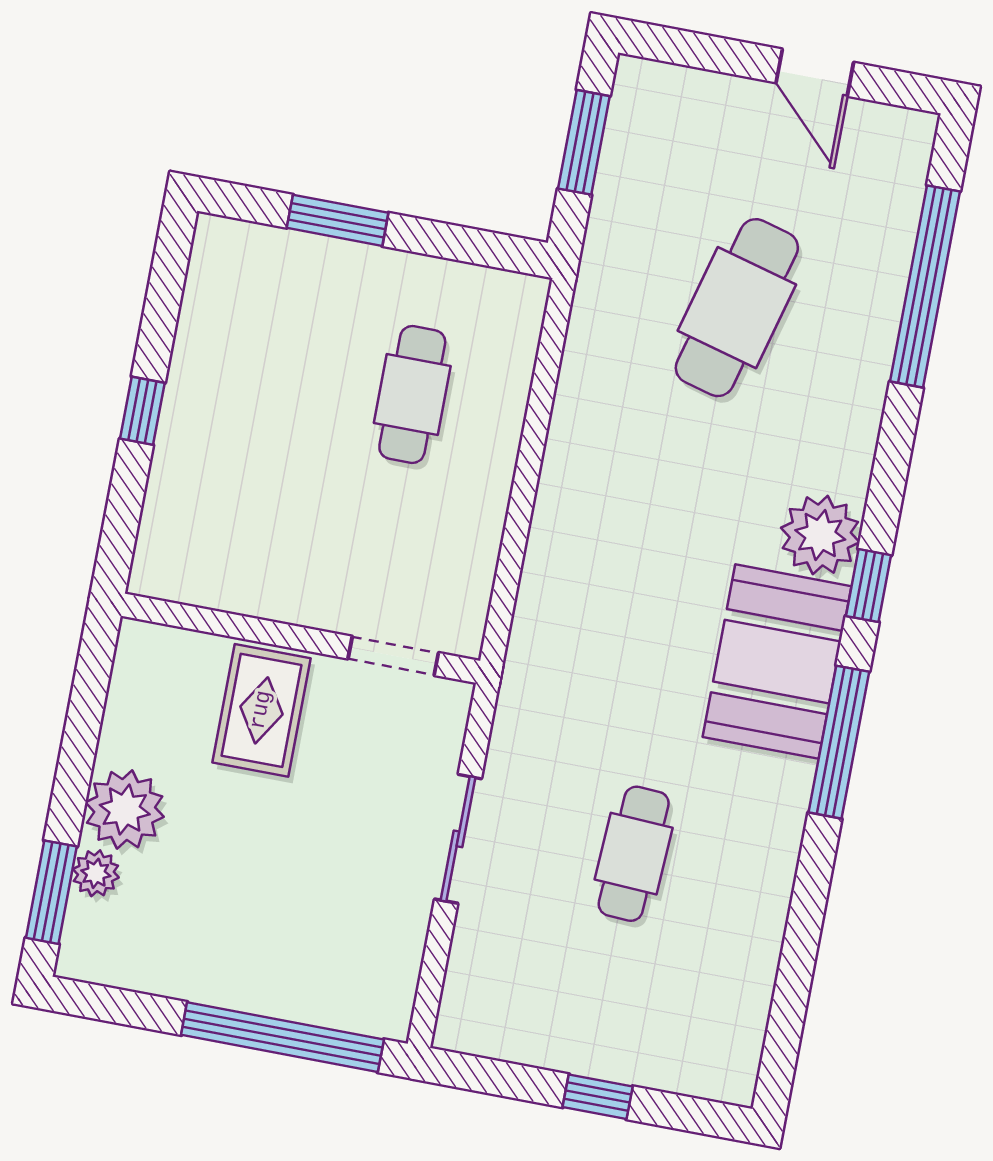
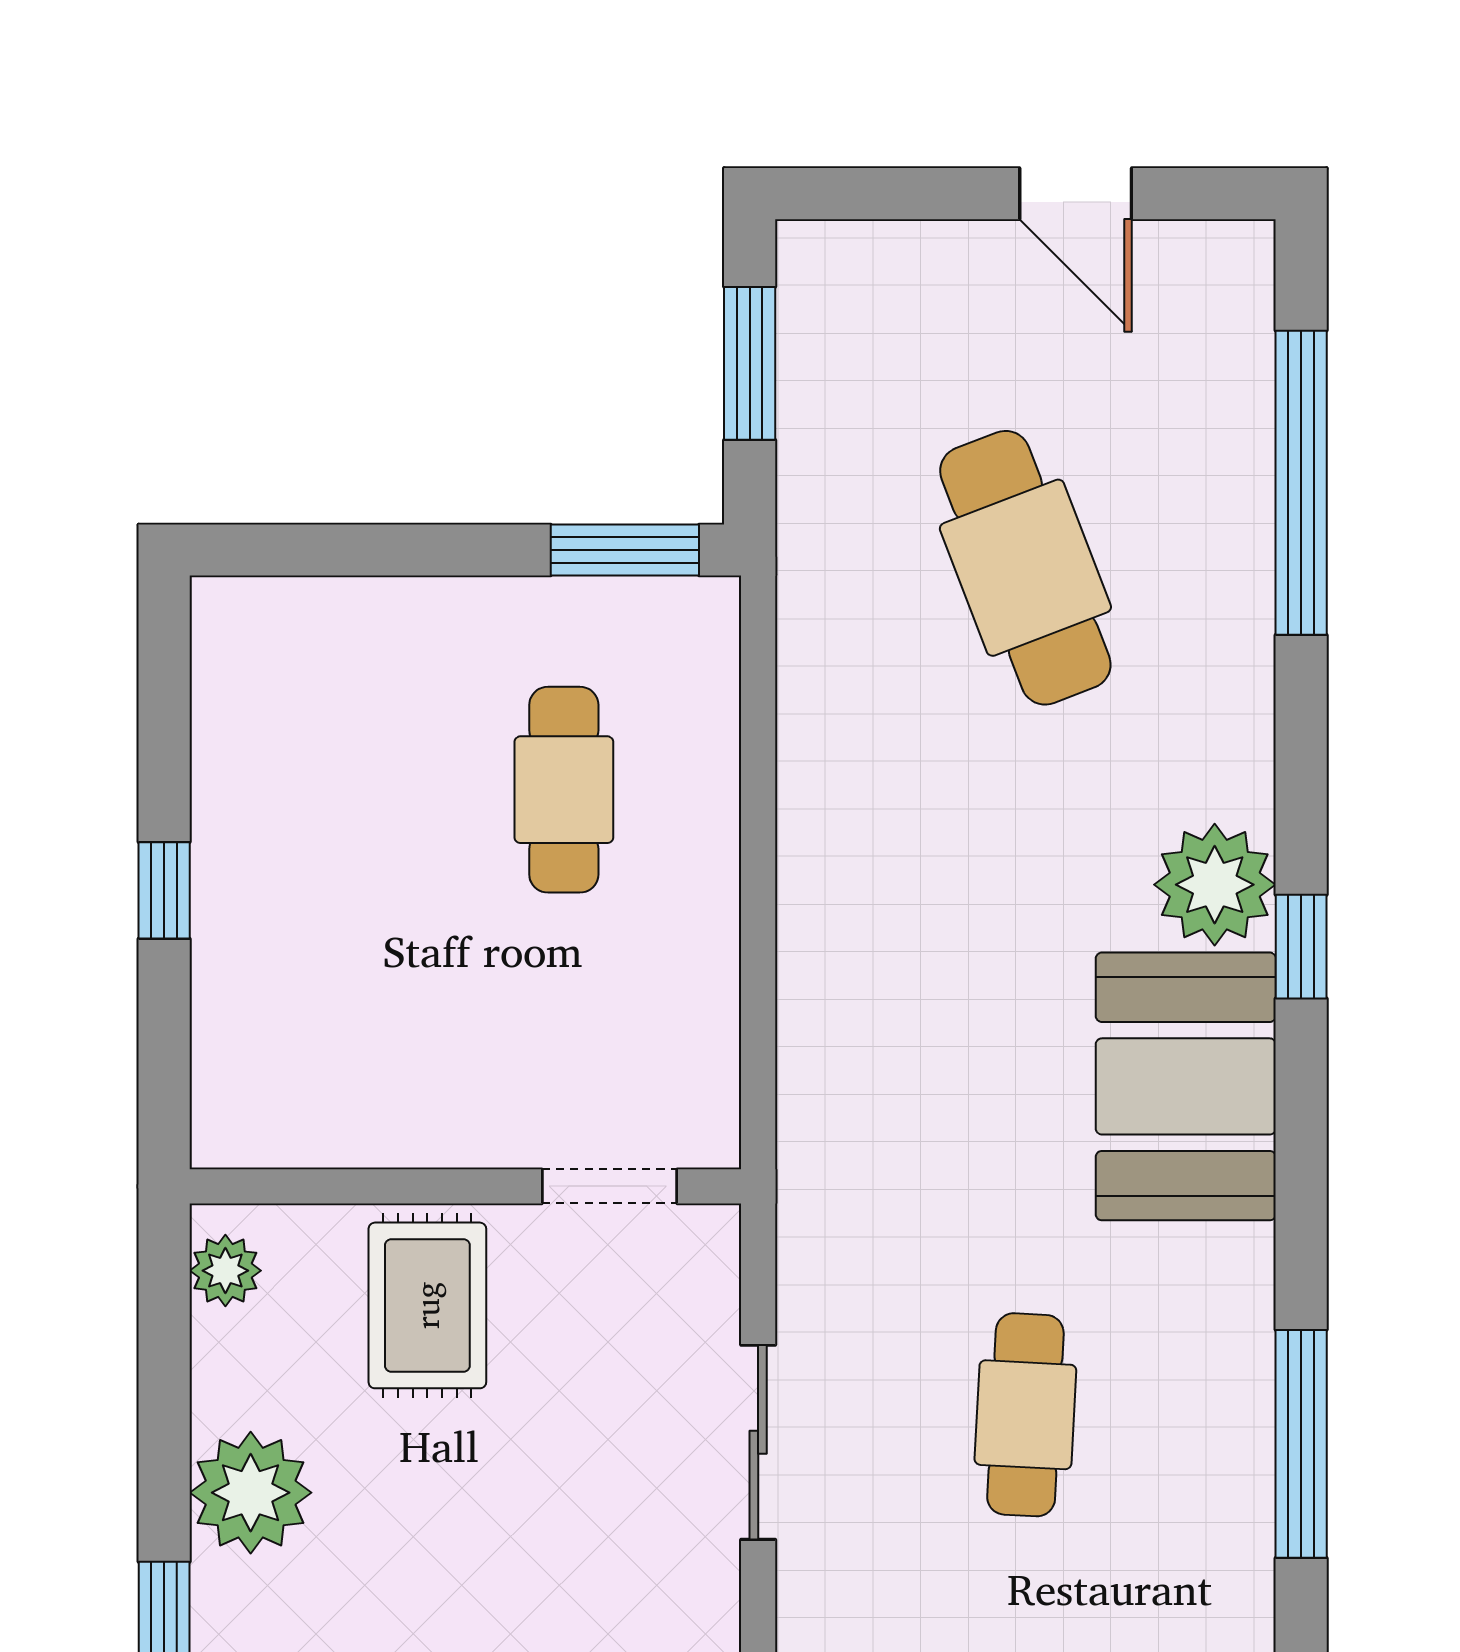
window: (338, 220) -> (625, 550), moved
cafe table: (737, 308) -> (1025, 568), turned -36
window: (839, 742) -> (1301, 1444), moved
plant: (96, 873) -> (225, 1271), moved

